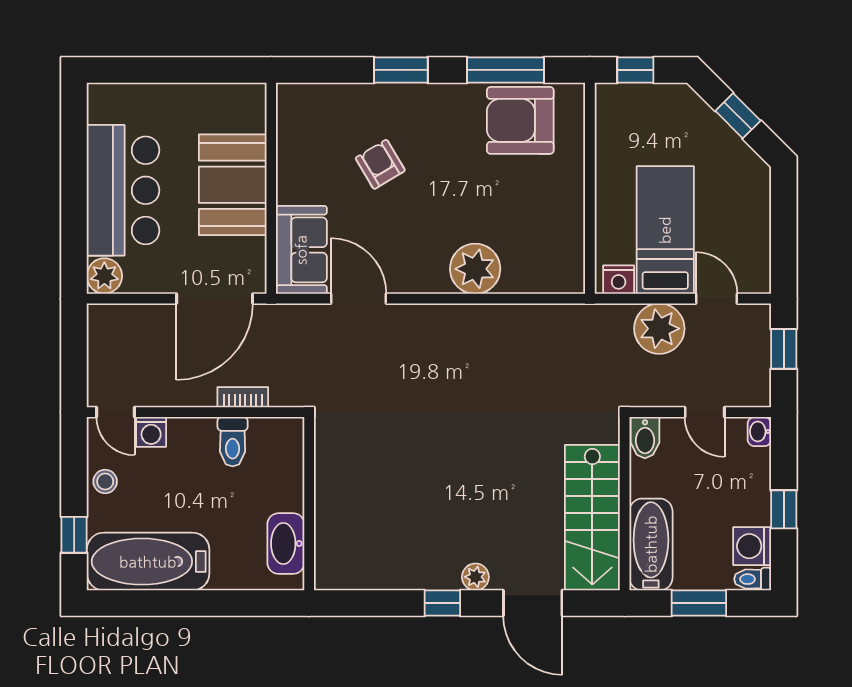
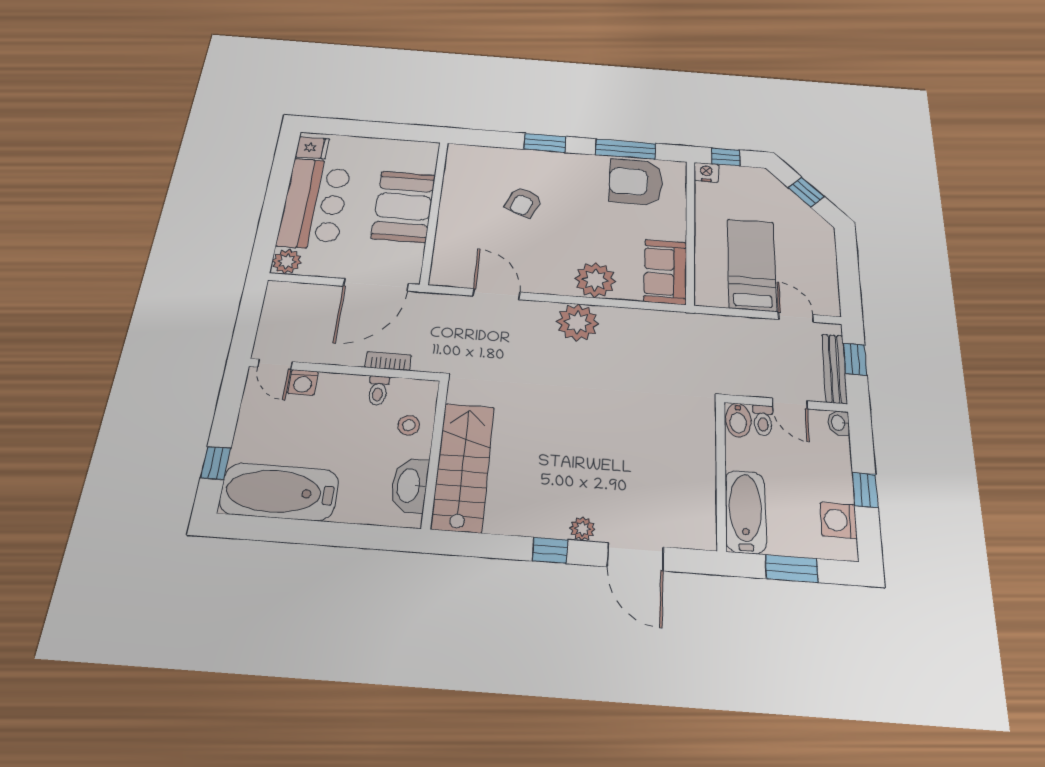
fridge: (106, 106) -> (312, 148), added
armchair: (380, 164) -> (523, 202), turned -126
sofa: (301, 250) -> (665, 272), moved, turned 180
nightstand: (619, 280) -> (706, 172), moved, turned 180
plant: (659, 329) -> (577, 323), moved
bench: (759, 363) -> (834, 369), added
toilet: (233, 442) -> (378, 390), width x0.73, depth x0.72
stool: (105, 482) -> (409, 425), moved
stairs: (592, 518) -> (463, 467), moved, turned 180
toilet: (753, 579) -> (763, 420), moved, turned -90

